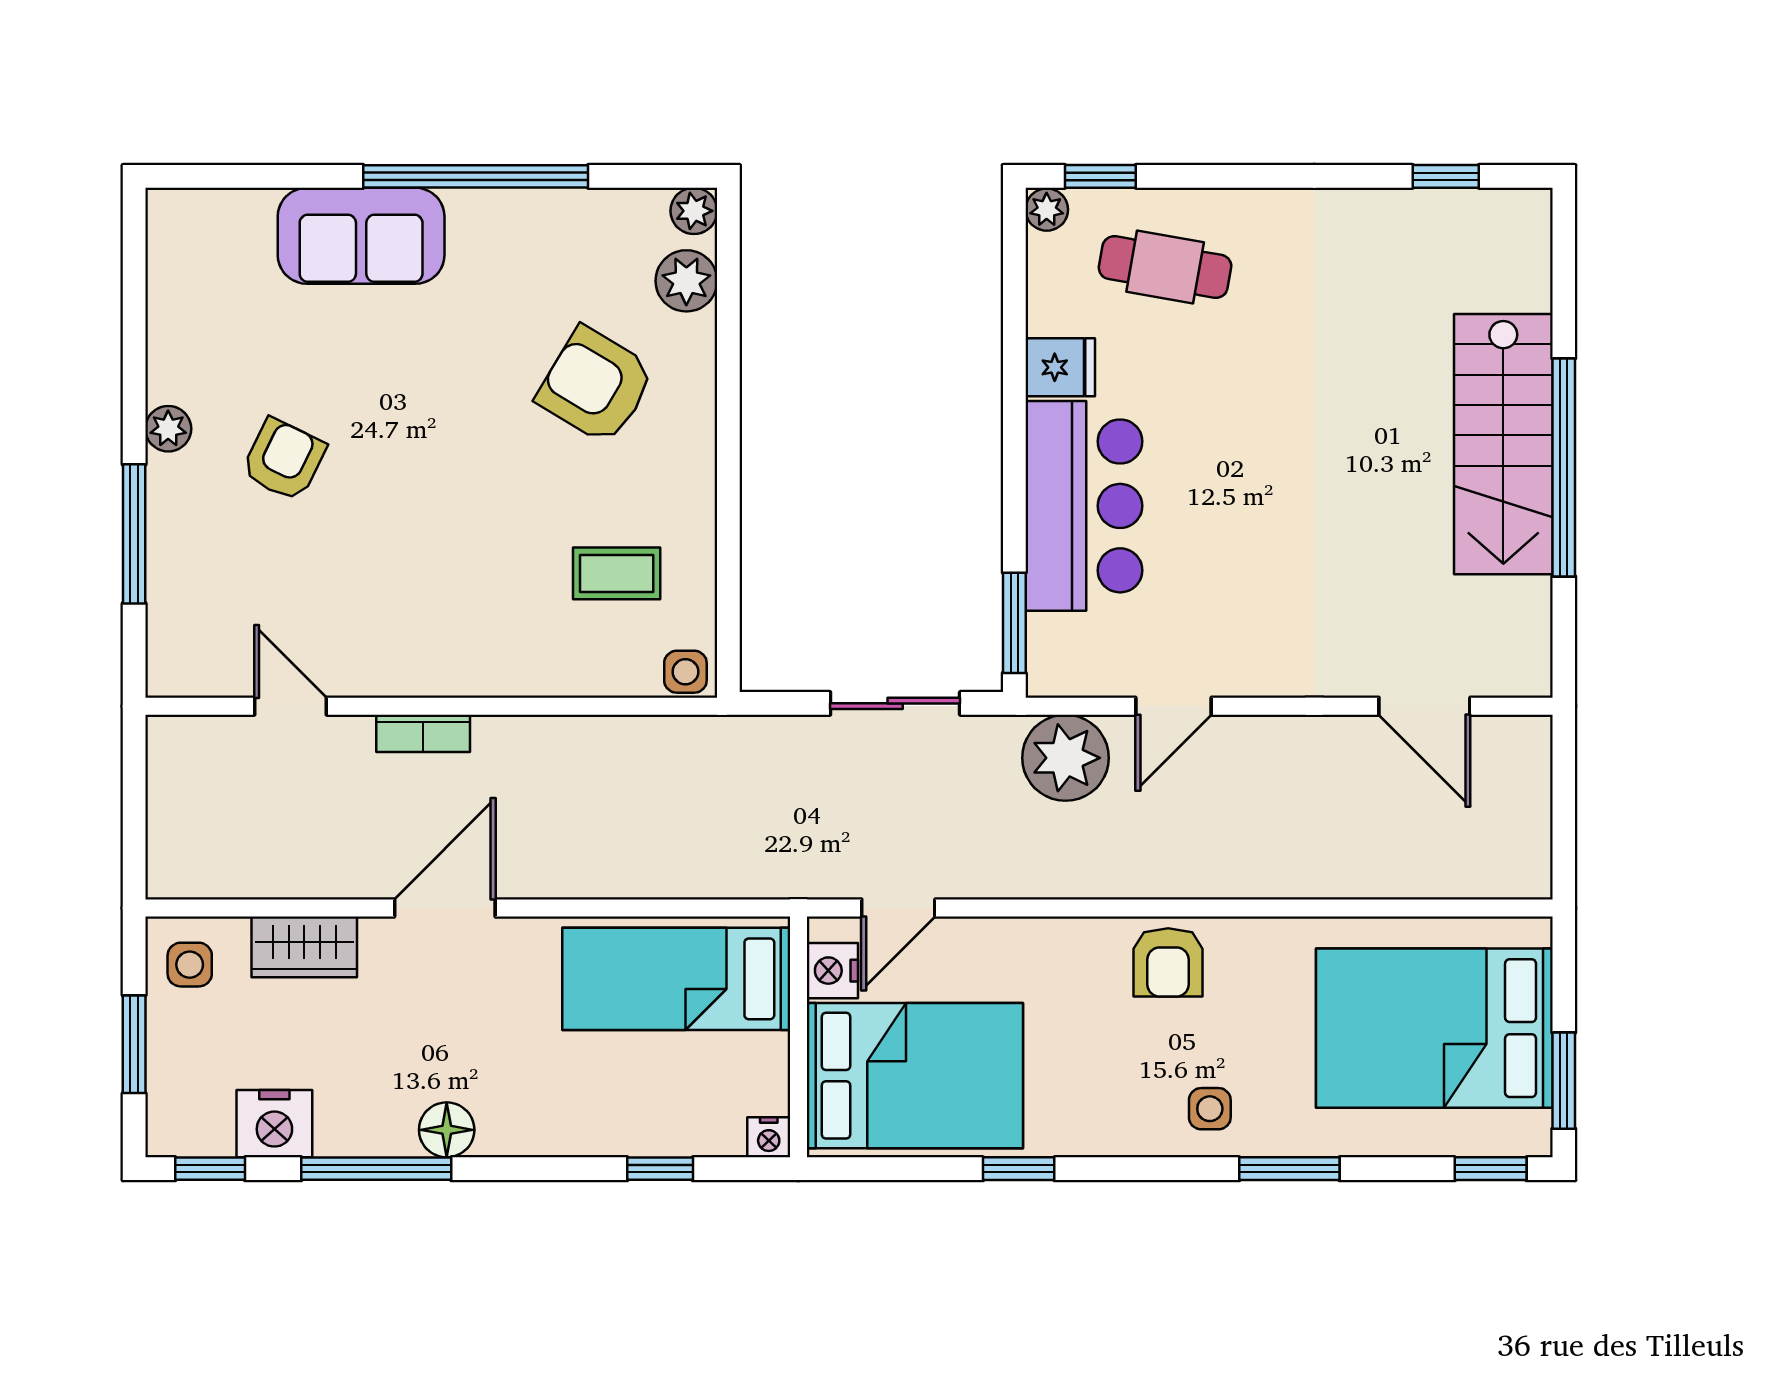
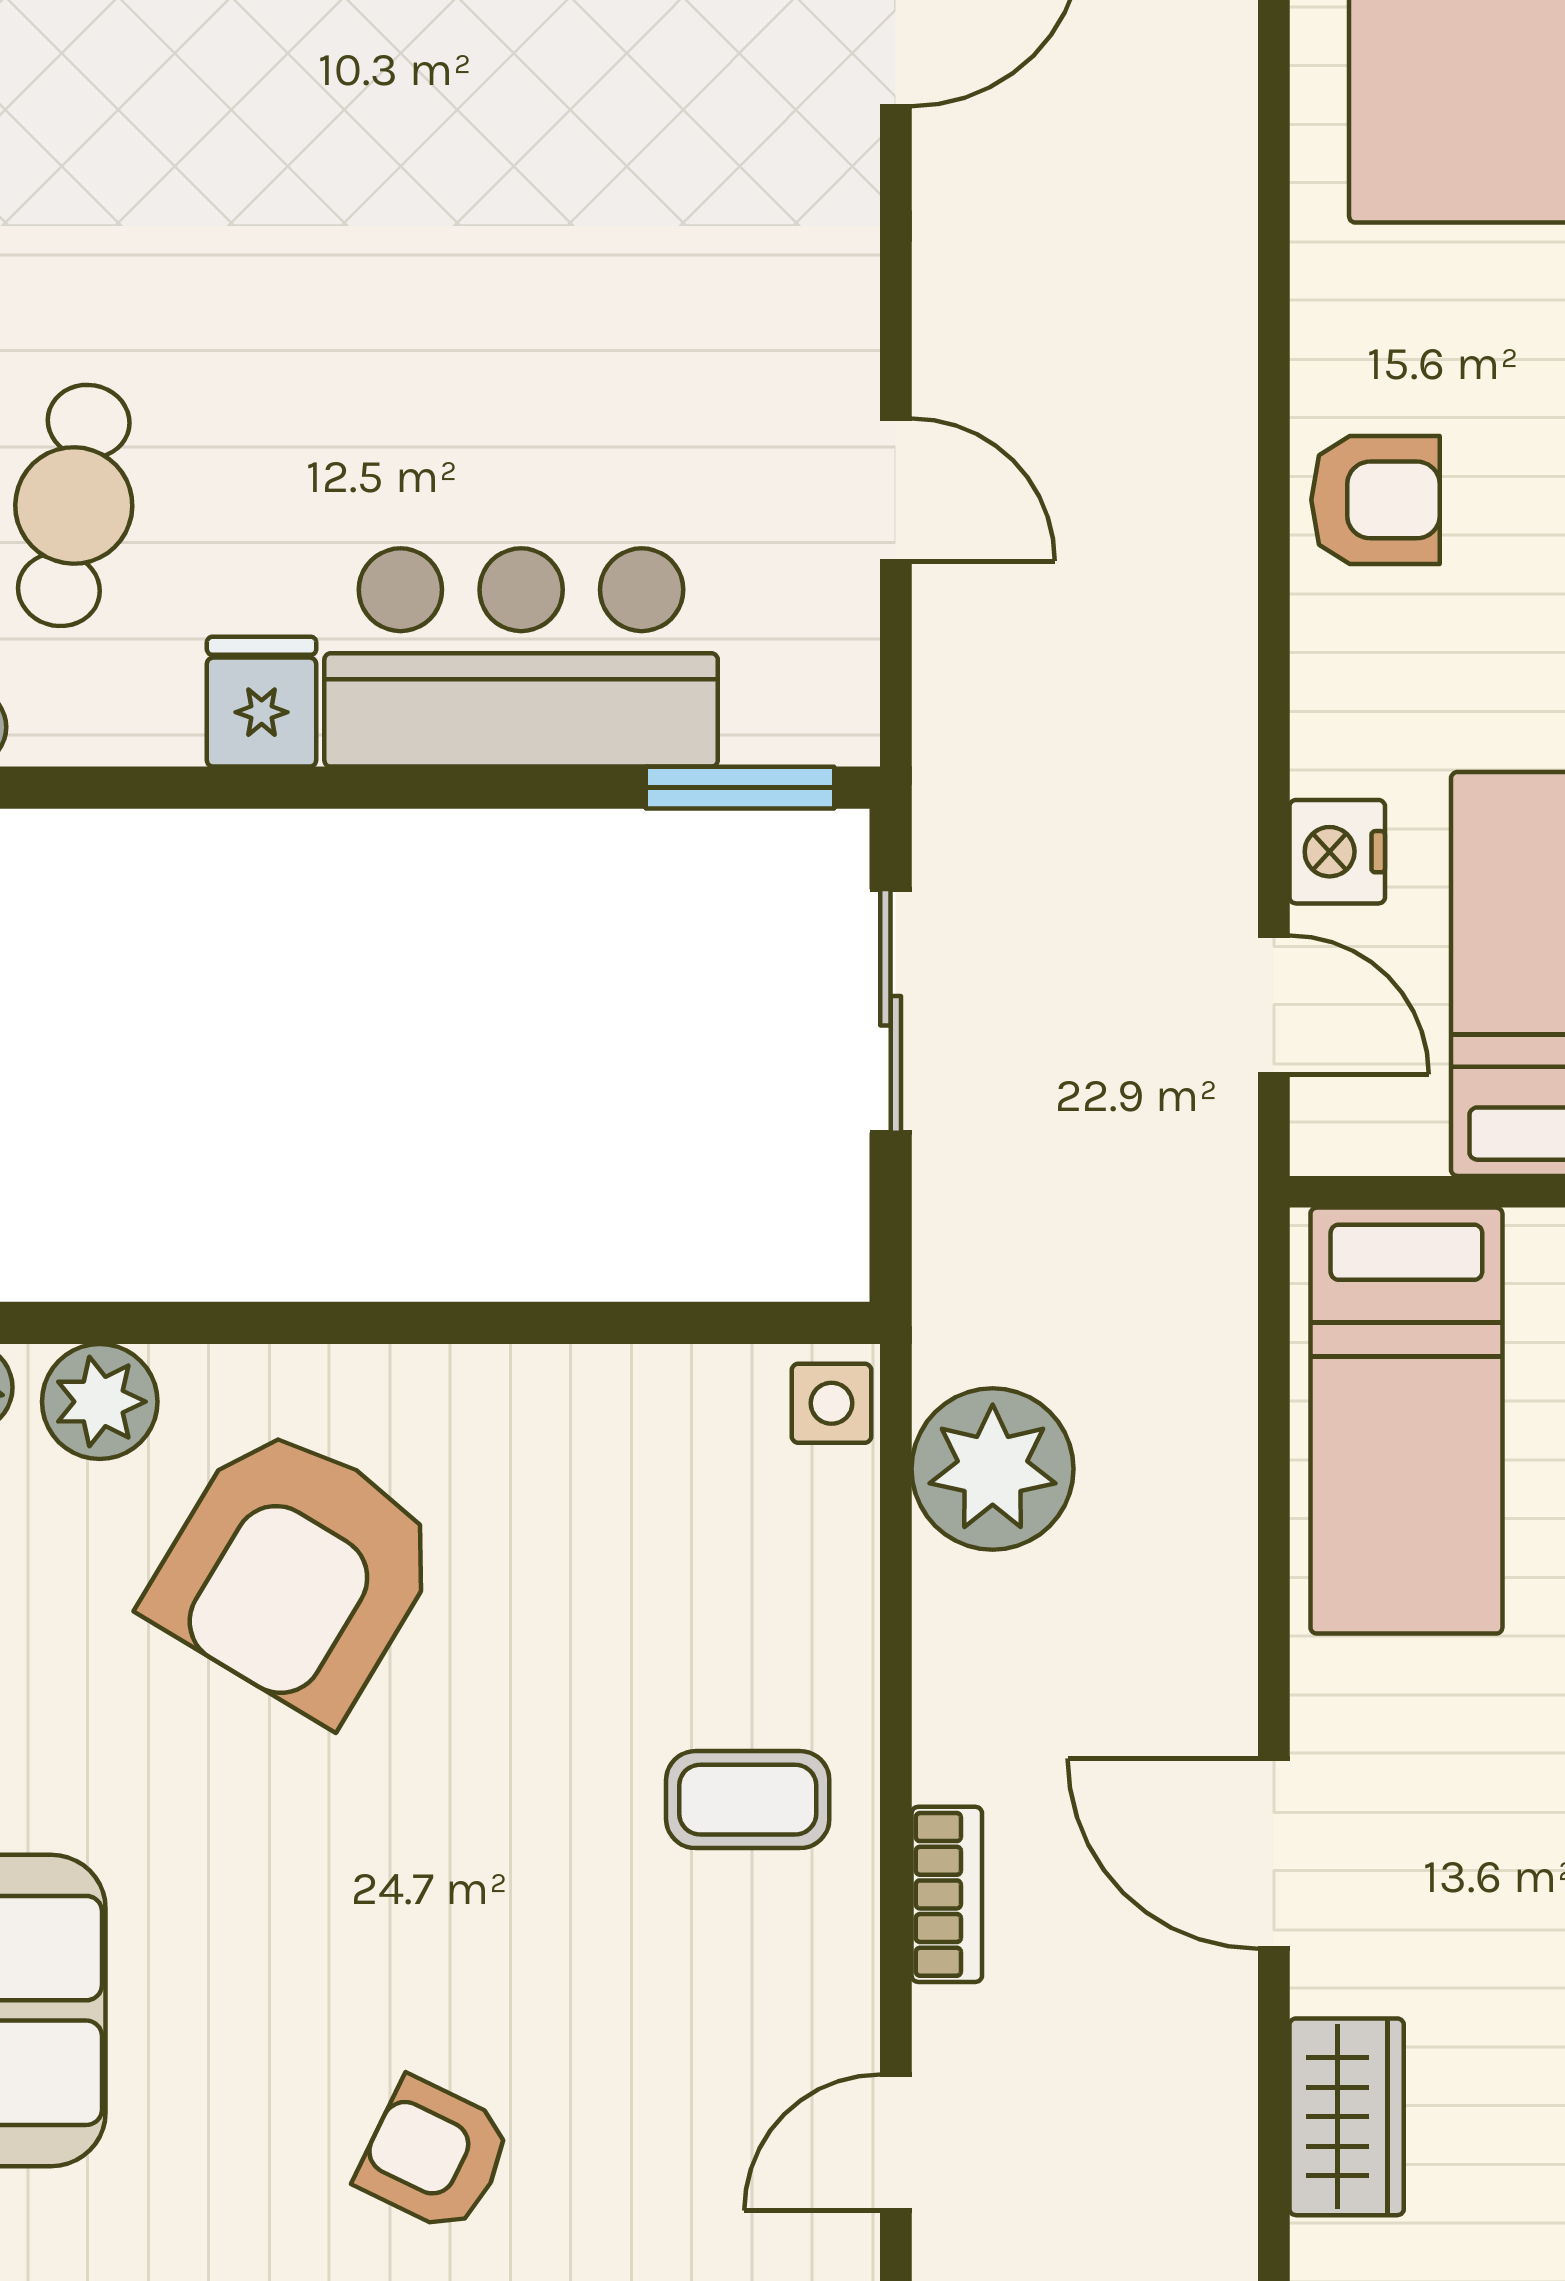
armchair: (596, 385) -> (295, 1571), width x1.36, depth x1.36
coffee table: (617, 573) -> (748, 1800), moved, turned 90
plant: (1065, 758) -> (993, 1469), moved
nightstand: (832, 971) -> (1337, 852), moved, turned 90

